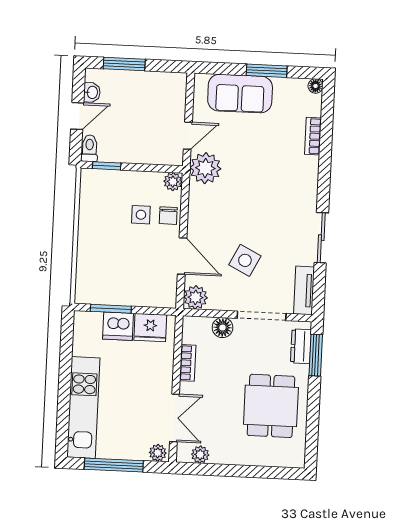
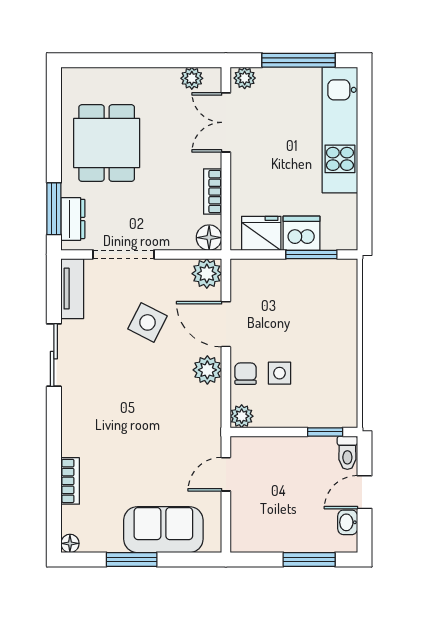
plant: (205, 168) -> (207, 370), moved, width x0.73, depth x0.73
floor lamp: (223, 328) -> (209, 238), moved

